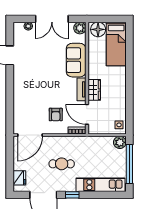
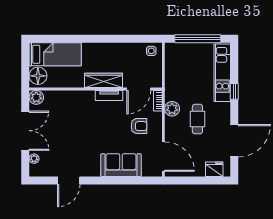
sofa: (76, 60) -> (121, 165), moved, turned 180
wardrobe: (94, 90) -> (103, 80), width x1.50
plant: (120, 142) -> (172, 109), moved
window: (72, 195) -> (234, 91), moved

